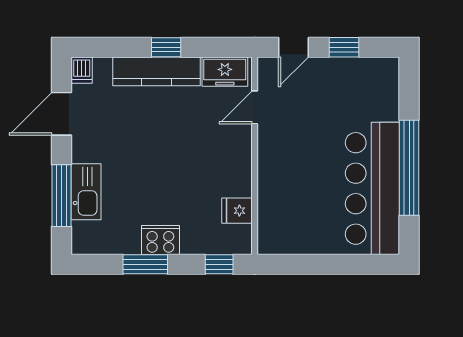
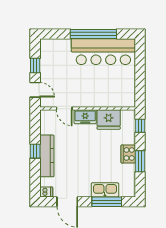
freezer: (225, 72) -> (85, 117), moved, turned 90
fridge: (237, 211) -> (109, 119), width x1.88, depth x1.34

